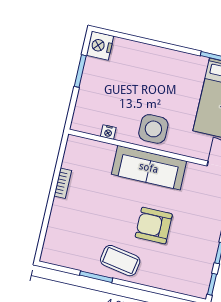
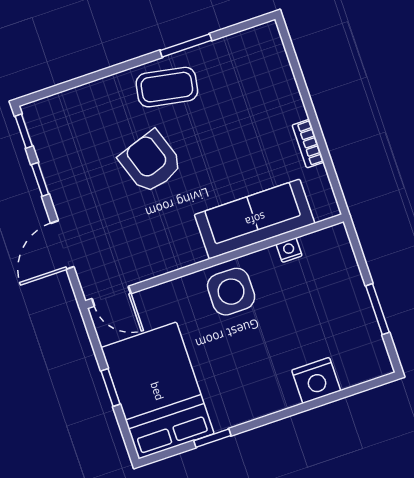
nightstand: (100, 46) -> (316, 380), moved, turned 90
sofa: (149, 168) -> (255, 219), moved
armchair: (154, 226) -> (151, 162), turned -109

